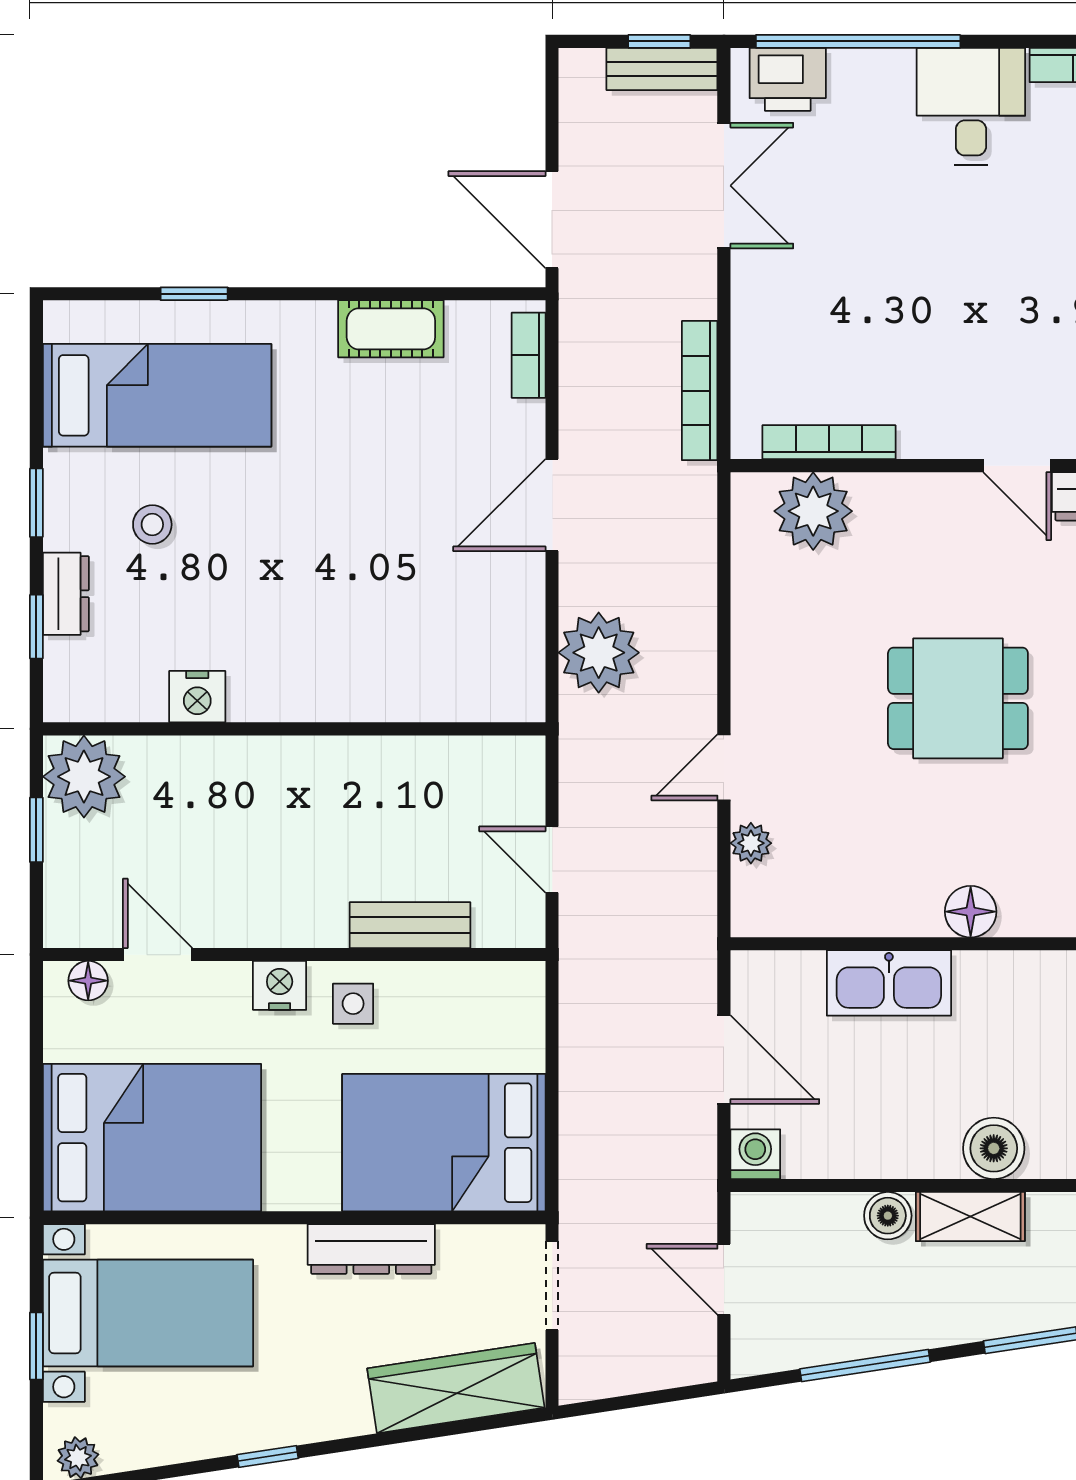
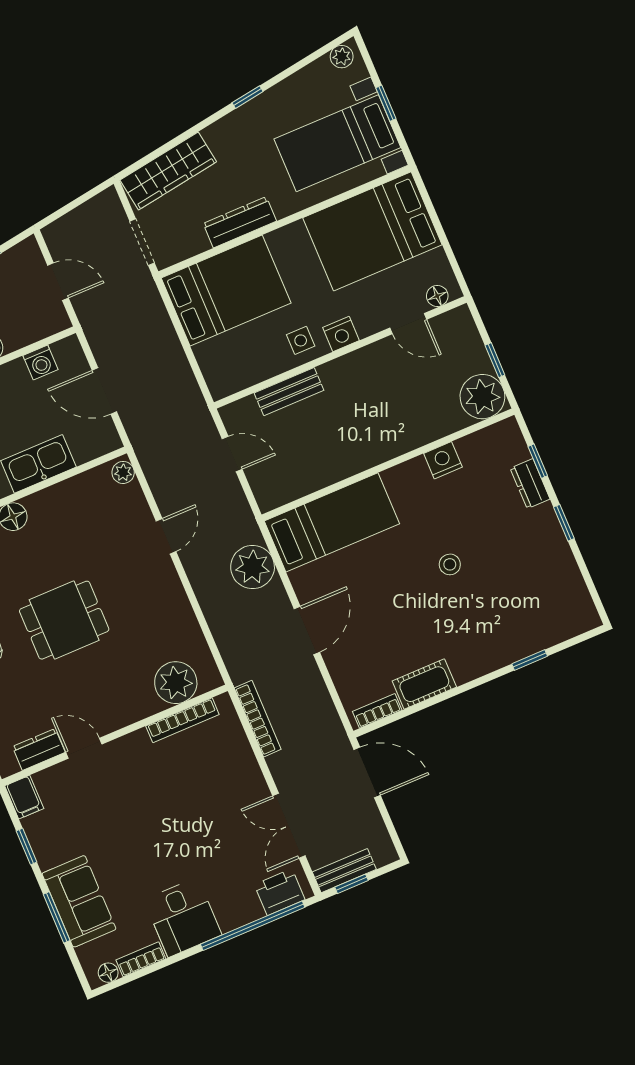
bookcase: (529, 355) -> (377, 711), moved, turned -90
bed: (157, 395) -> (332, 522), moved, turned 180
stool: (152, 525) -> (450, 564), moved
plant: (751, 843) -> (123, 472), moved
washing machine: (755, 1154) -> (40, 363), moved

